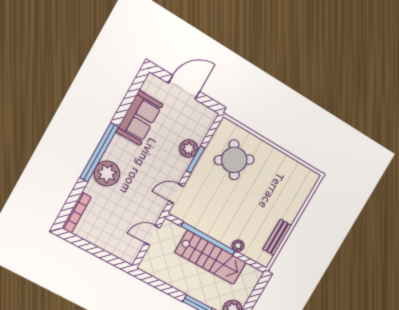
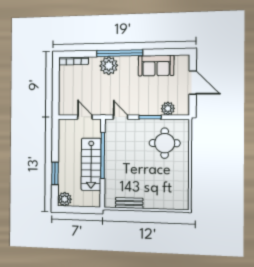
plant: (189, 149) -> (168, 109), moved
round table: (234, 160) -> (165, 143), turned 31
plant: (238, 246) -> (109, 179), removed

